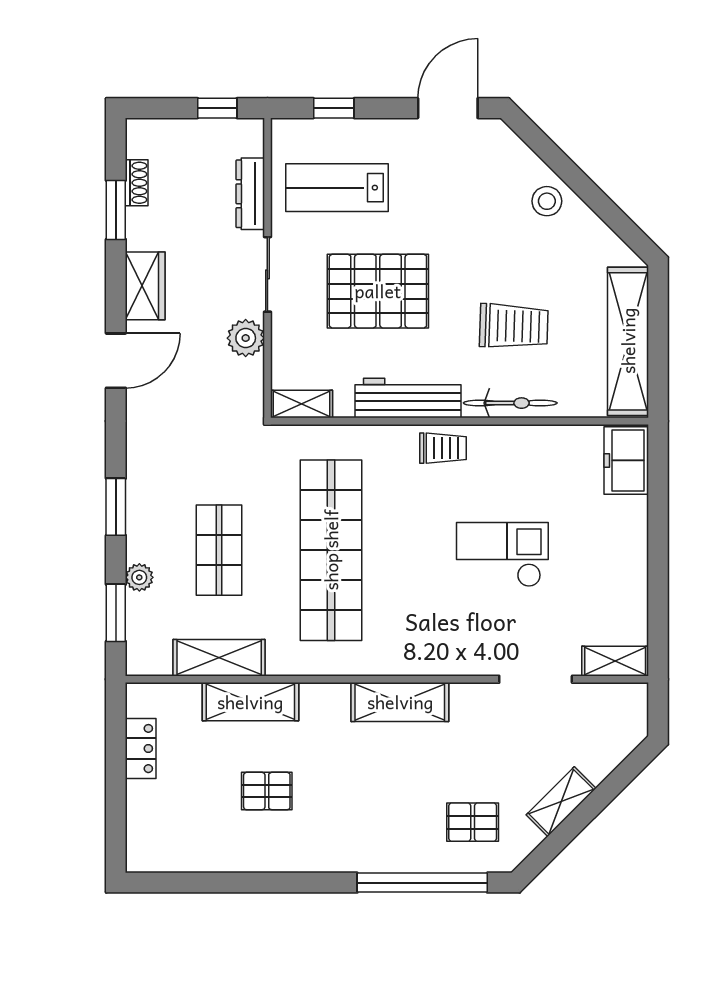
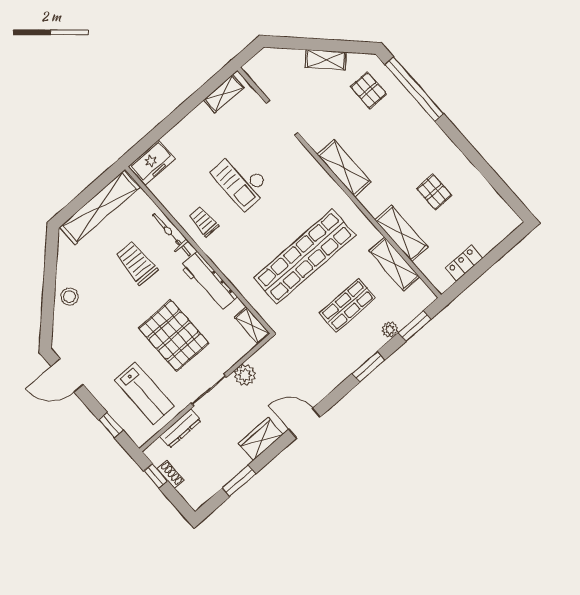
shoe rack: (137, 183) -> (171, 474), moved, turned 90
trolley: (443, 448) -> (204, 222), moved
shelving: (615, 661) -> (224, 94), moved, turned 90

